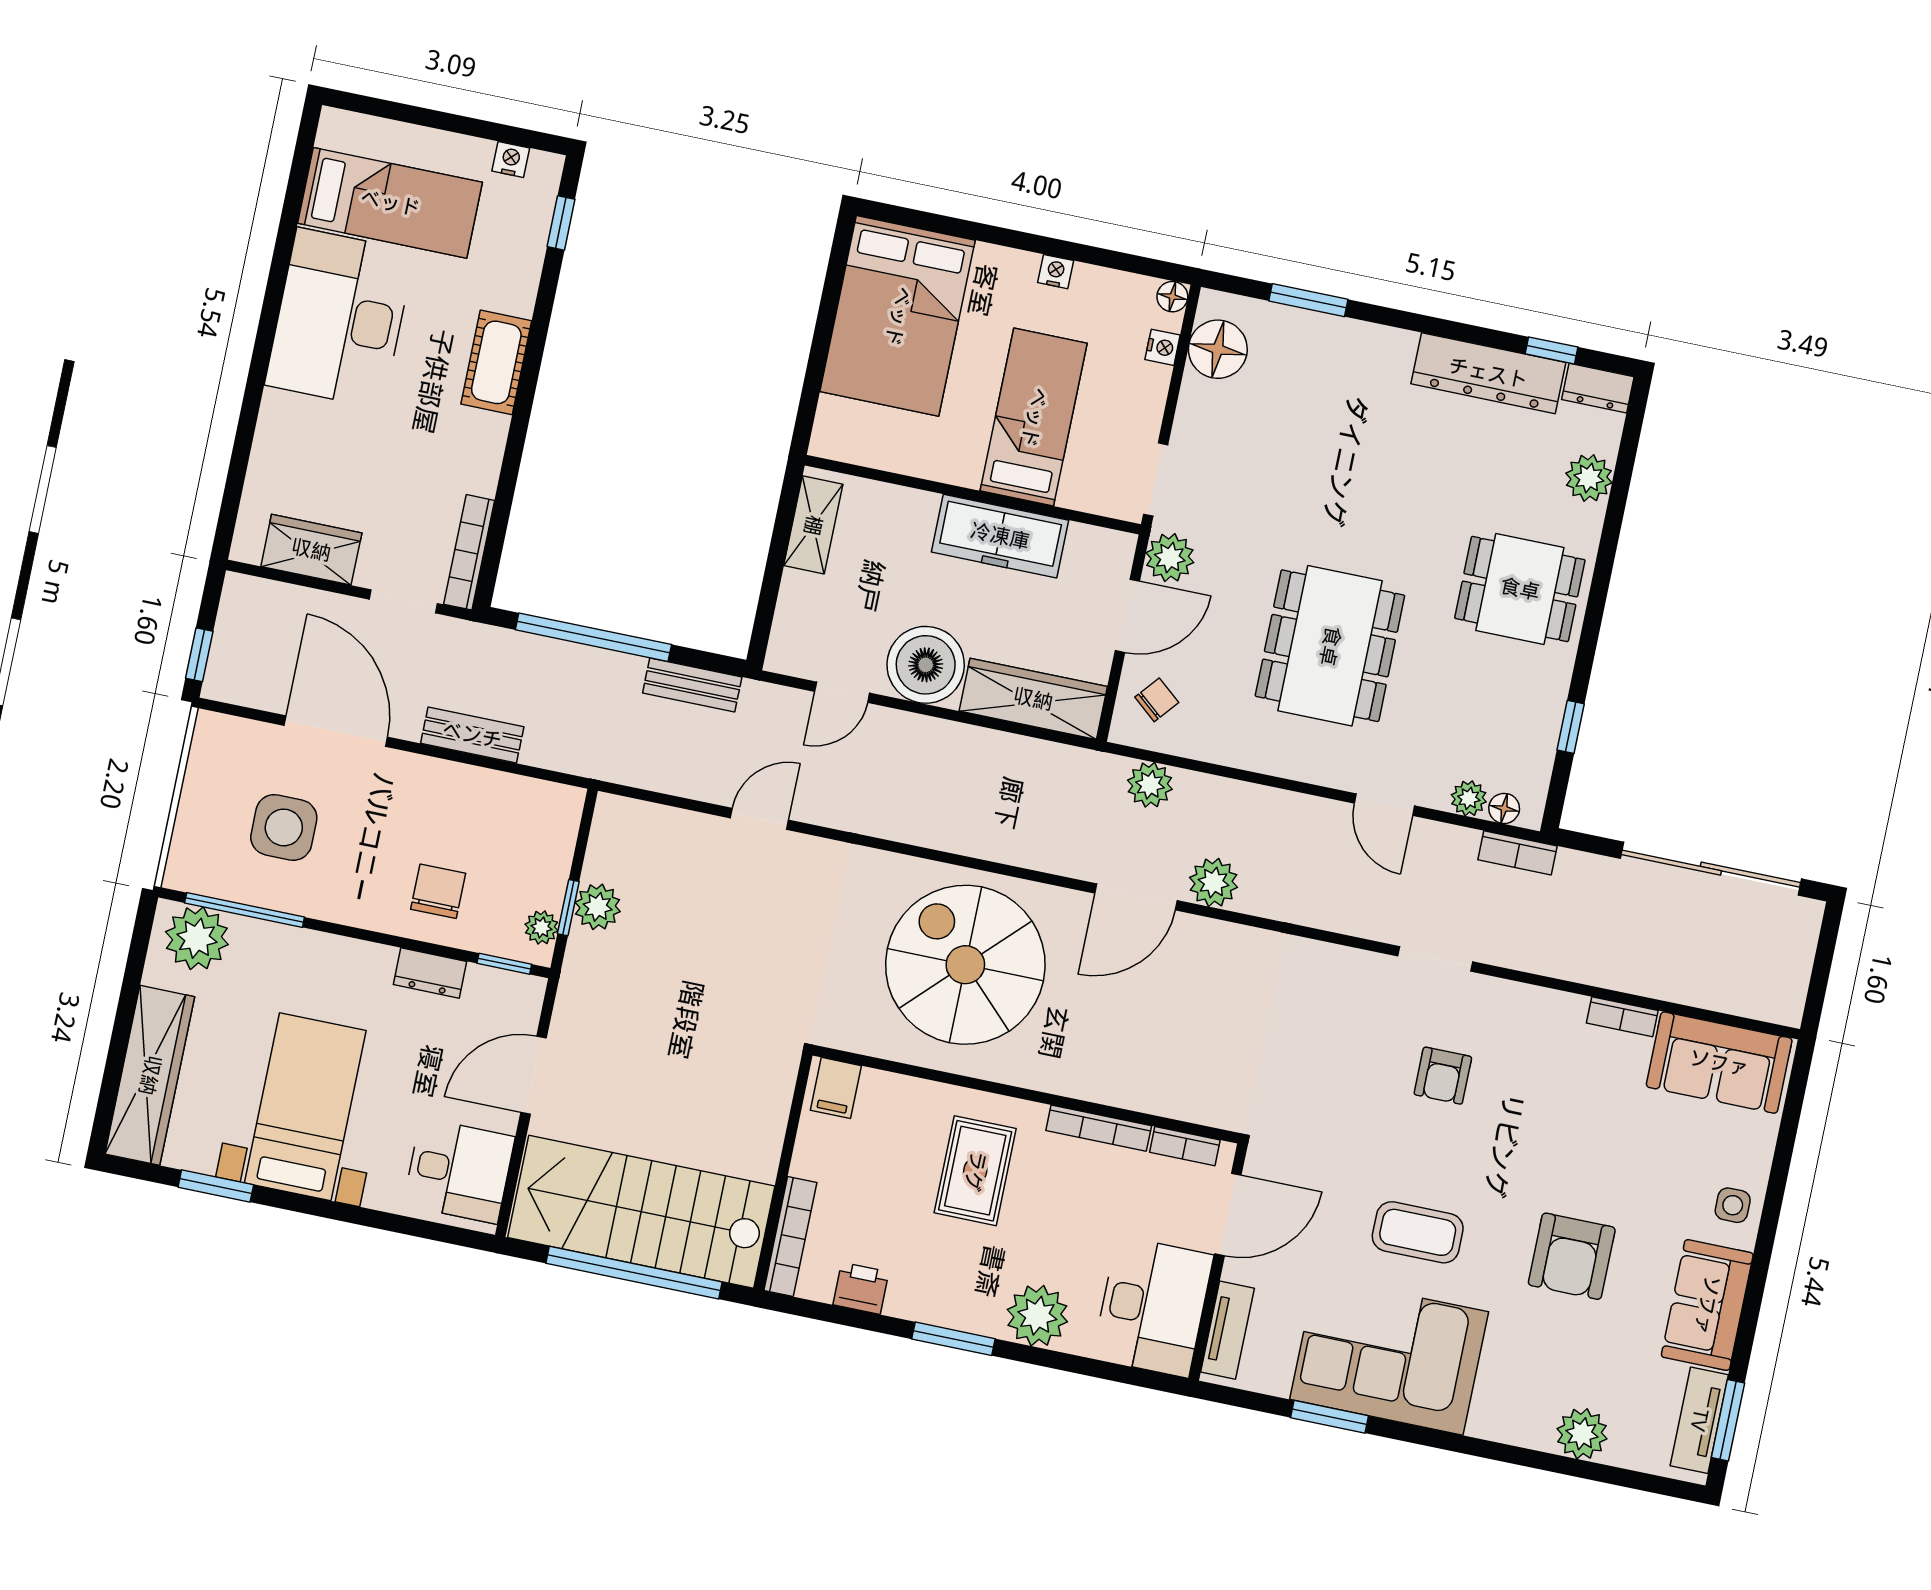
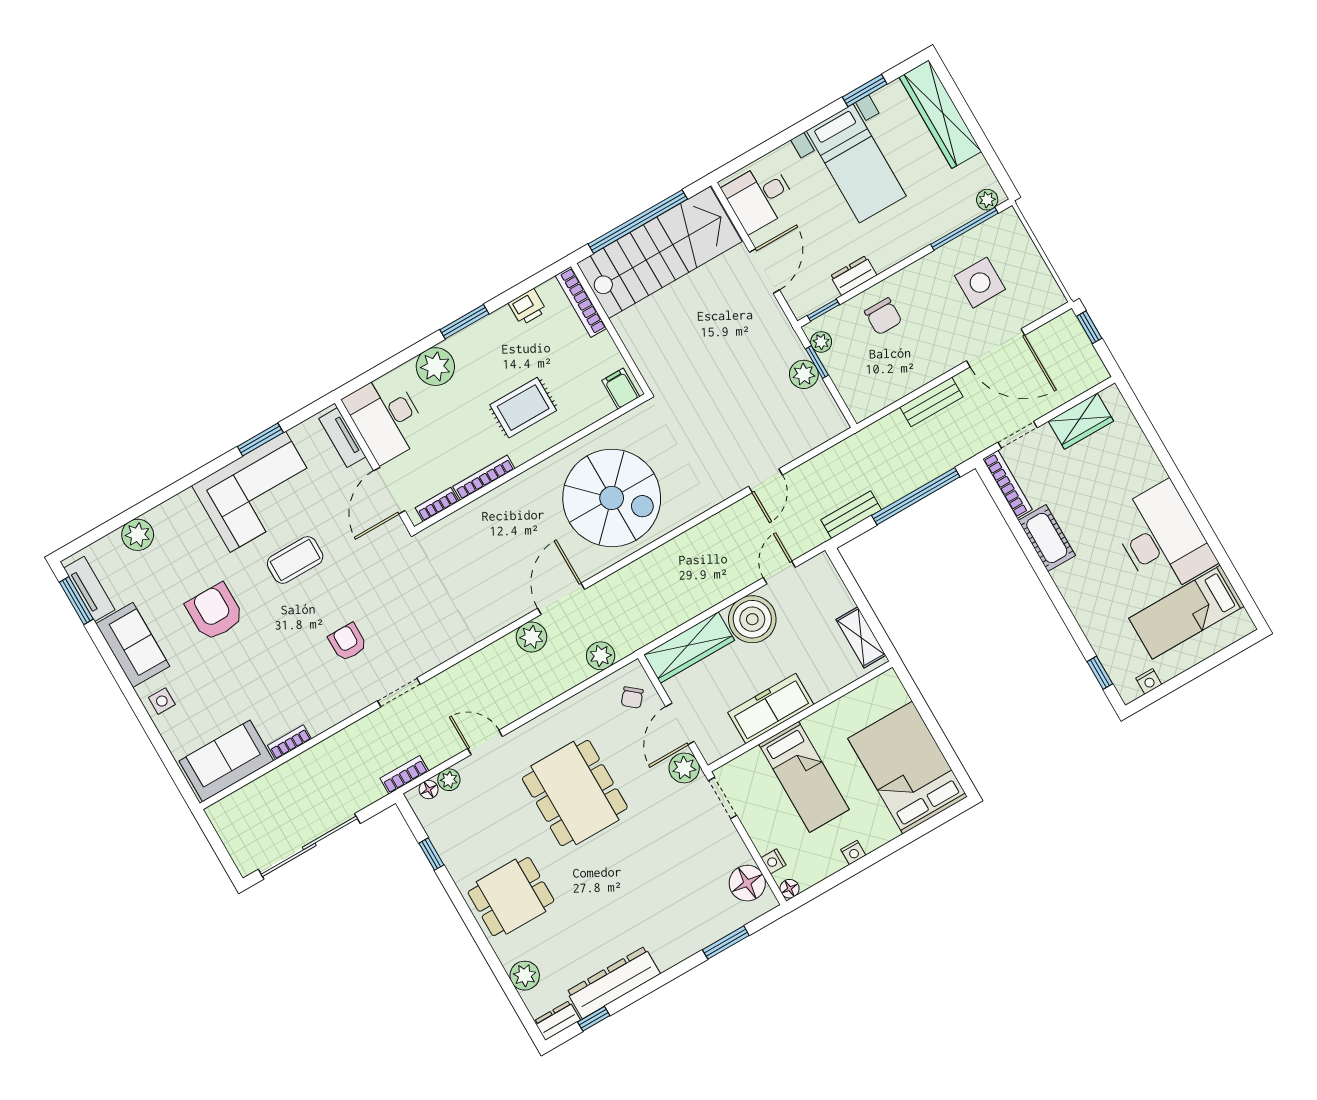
cot: (496, 362) -> (1047, 538), moved
plant: (197, 938) -> (987, 200), width x0.53, depth x0.53
rug: (975, 1171) -> (523, 408), turned 90

